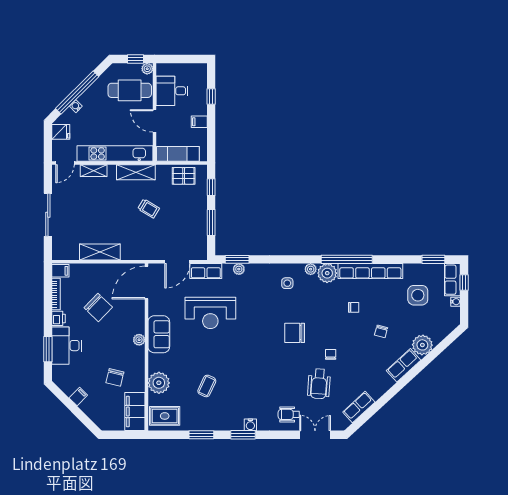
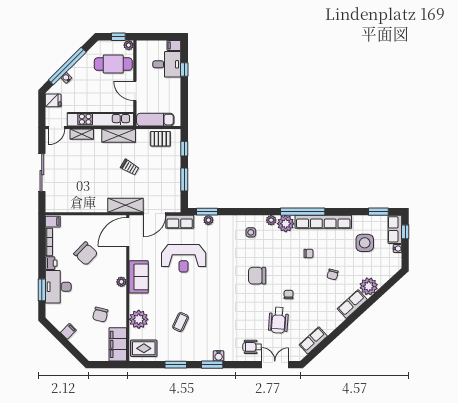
desk: (172, 91) -> (167, 64), moved, turned 180
filing cabinet: (199, 122) -> (174, 45), moved
shelving: (100, 252) -> (125, 205), moved

